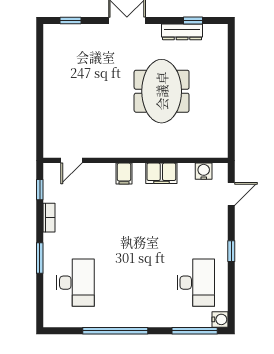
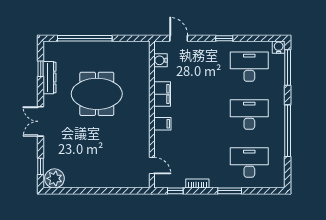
plant: (55, 38) -> (54, 178), added
window: (231, 76) -> (85, 38), added
desk: (136, 283) -> (249, 115), added

